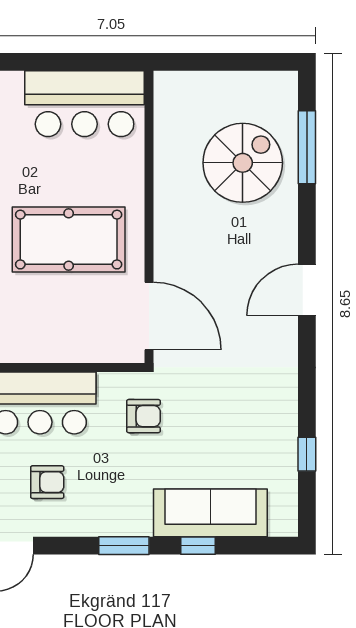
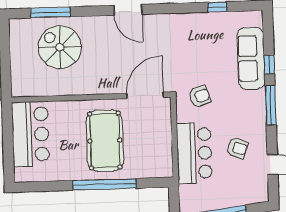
armchair: (144, 416) -> (200, 97), turned 70
armchair: (47, 482) -> (237, 148), turned 110
window: (124, 546) -> (271, 105), width x1.44

